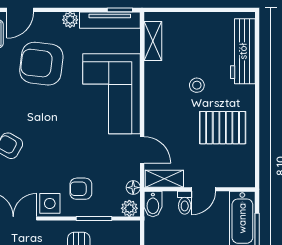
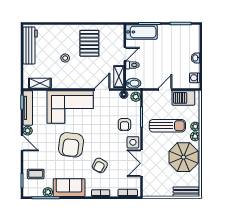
door: (20, 10) -> (22, 143), moved
workbench: (243, 51) -> (30, 45), moved, turned -90
armchair: (41, 64) -> (71, 145), moved
door: (204, 189) -> (125, 54), hinge flipped

